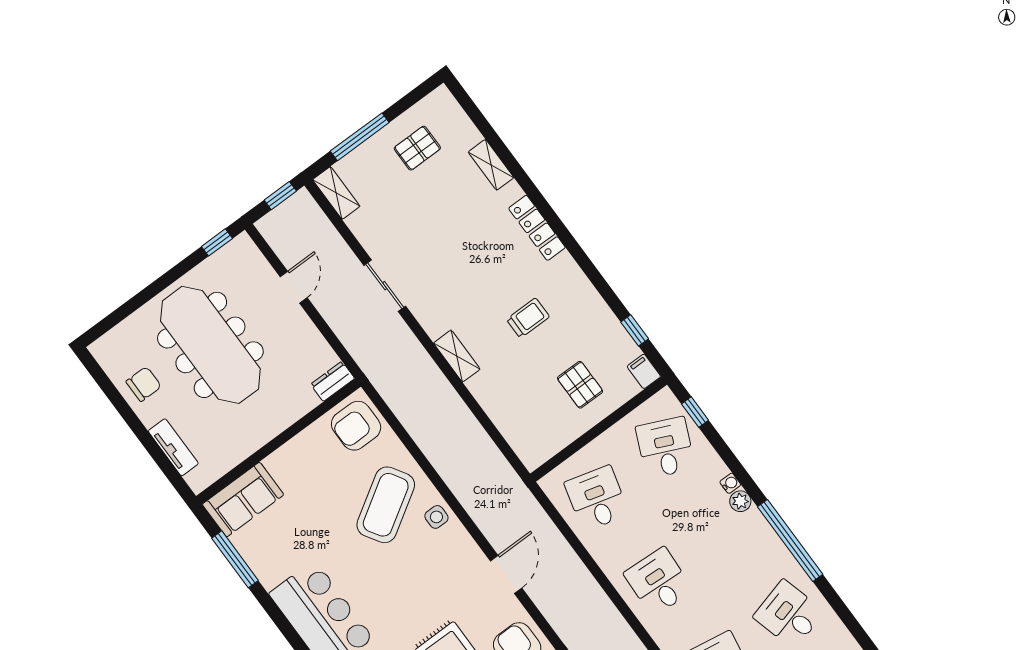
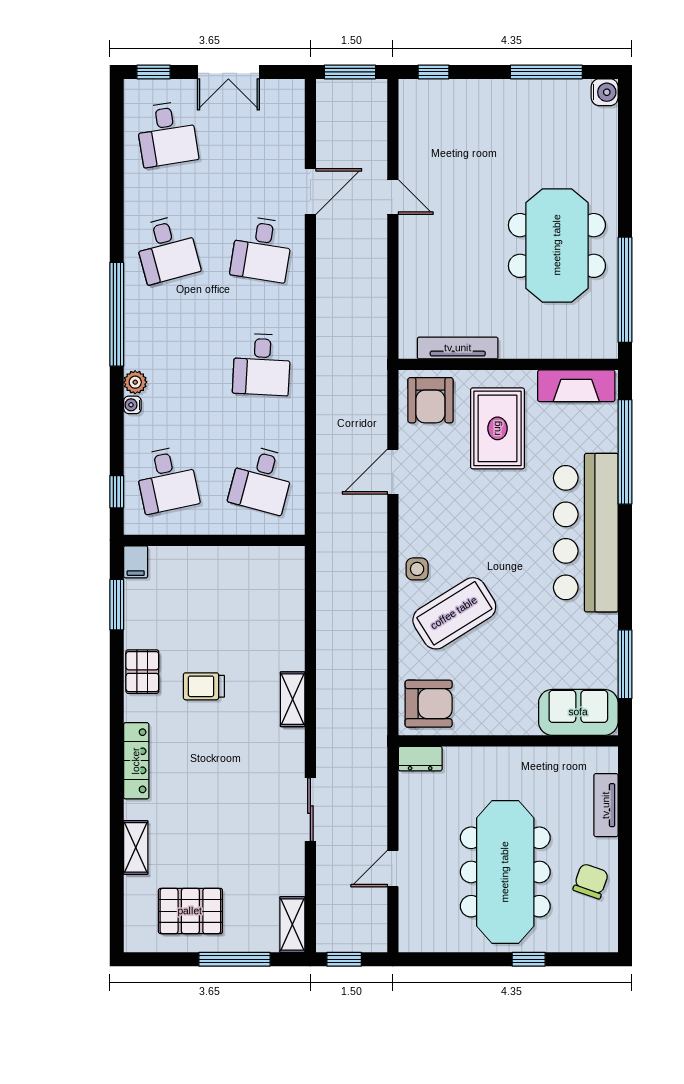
pallet: (417, 148) -> (190, 911), width x1.50, depth x1.42
window: (217, 242) -> (529, 959), moved
window: (635, 330) -> (117, 605), width x1.50
chair: (144, 384) -> (591, 881), turned 109
pallet: (580, 385) -> (142, 672), moved
desk: (665, 448) -> (167, 480), turned -36

